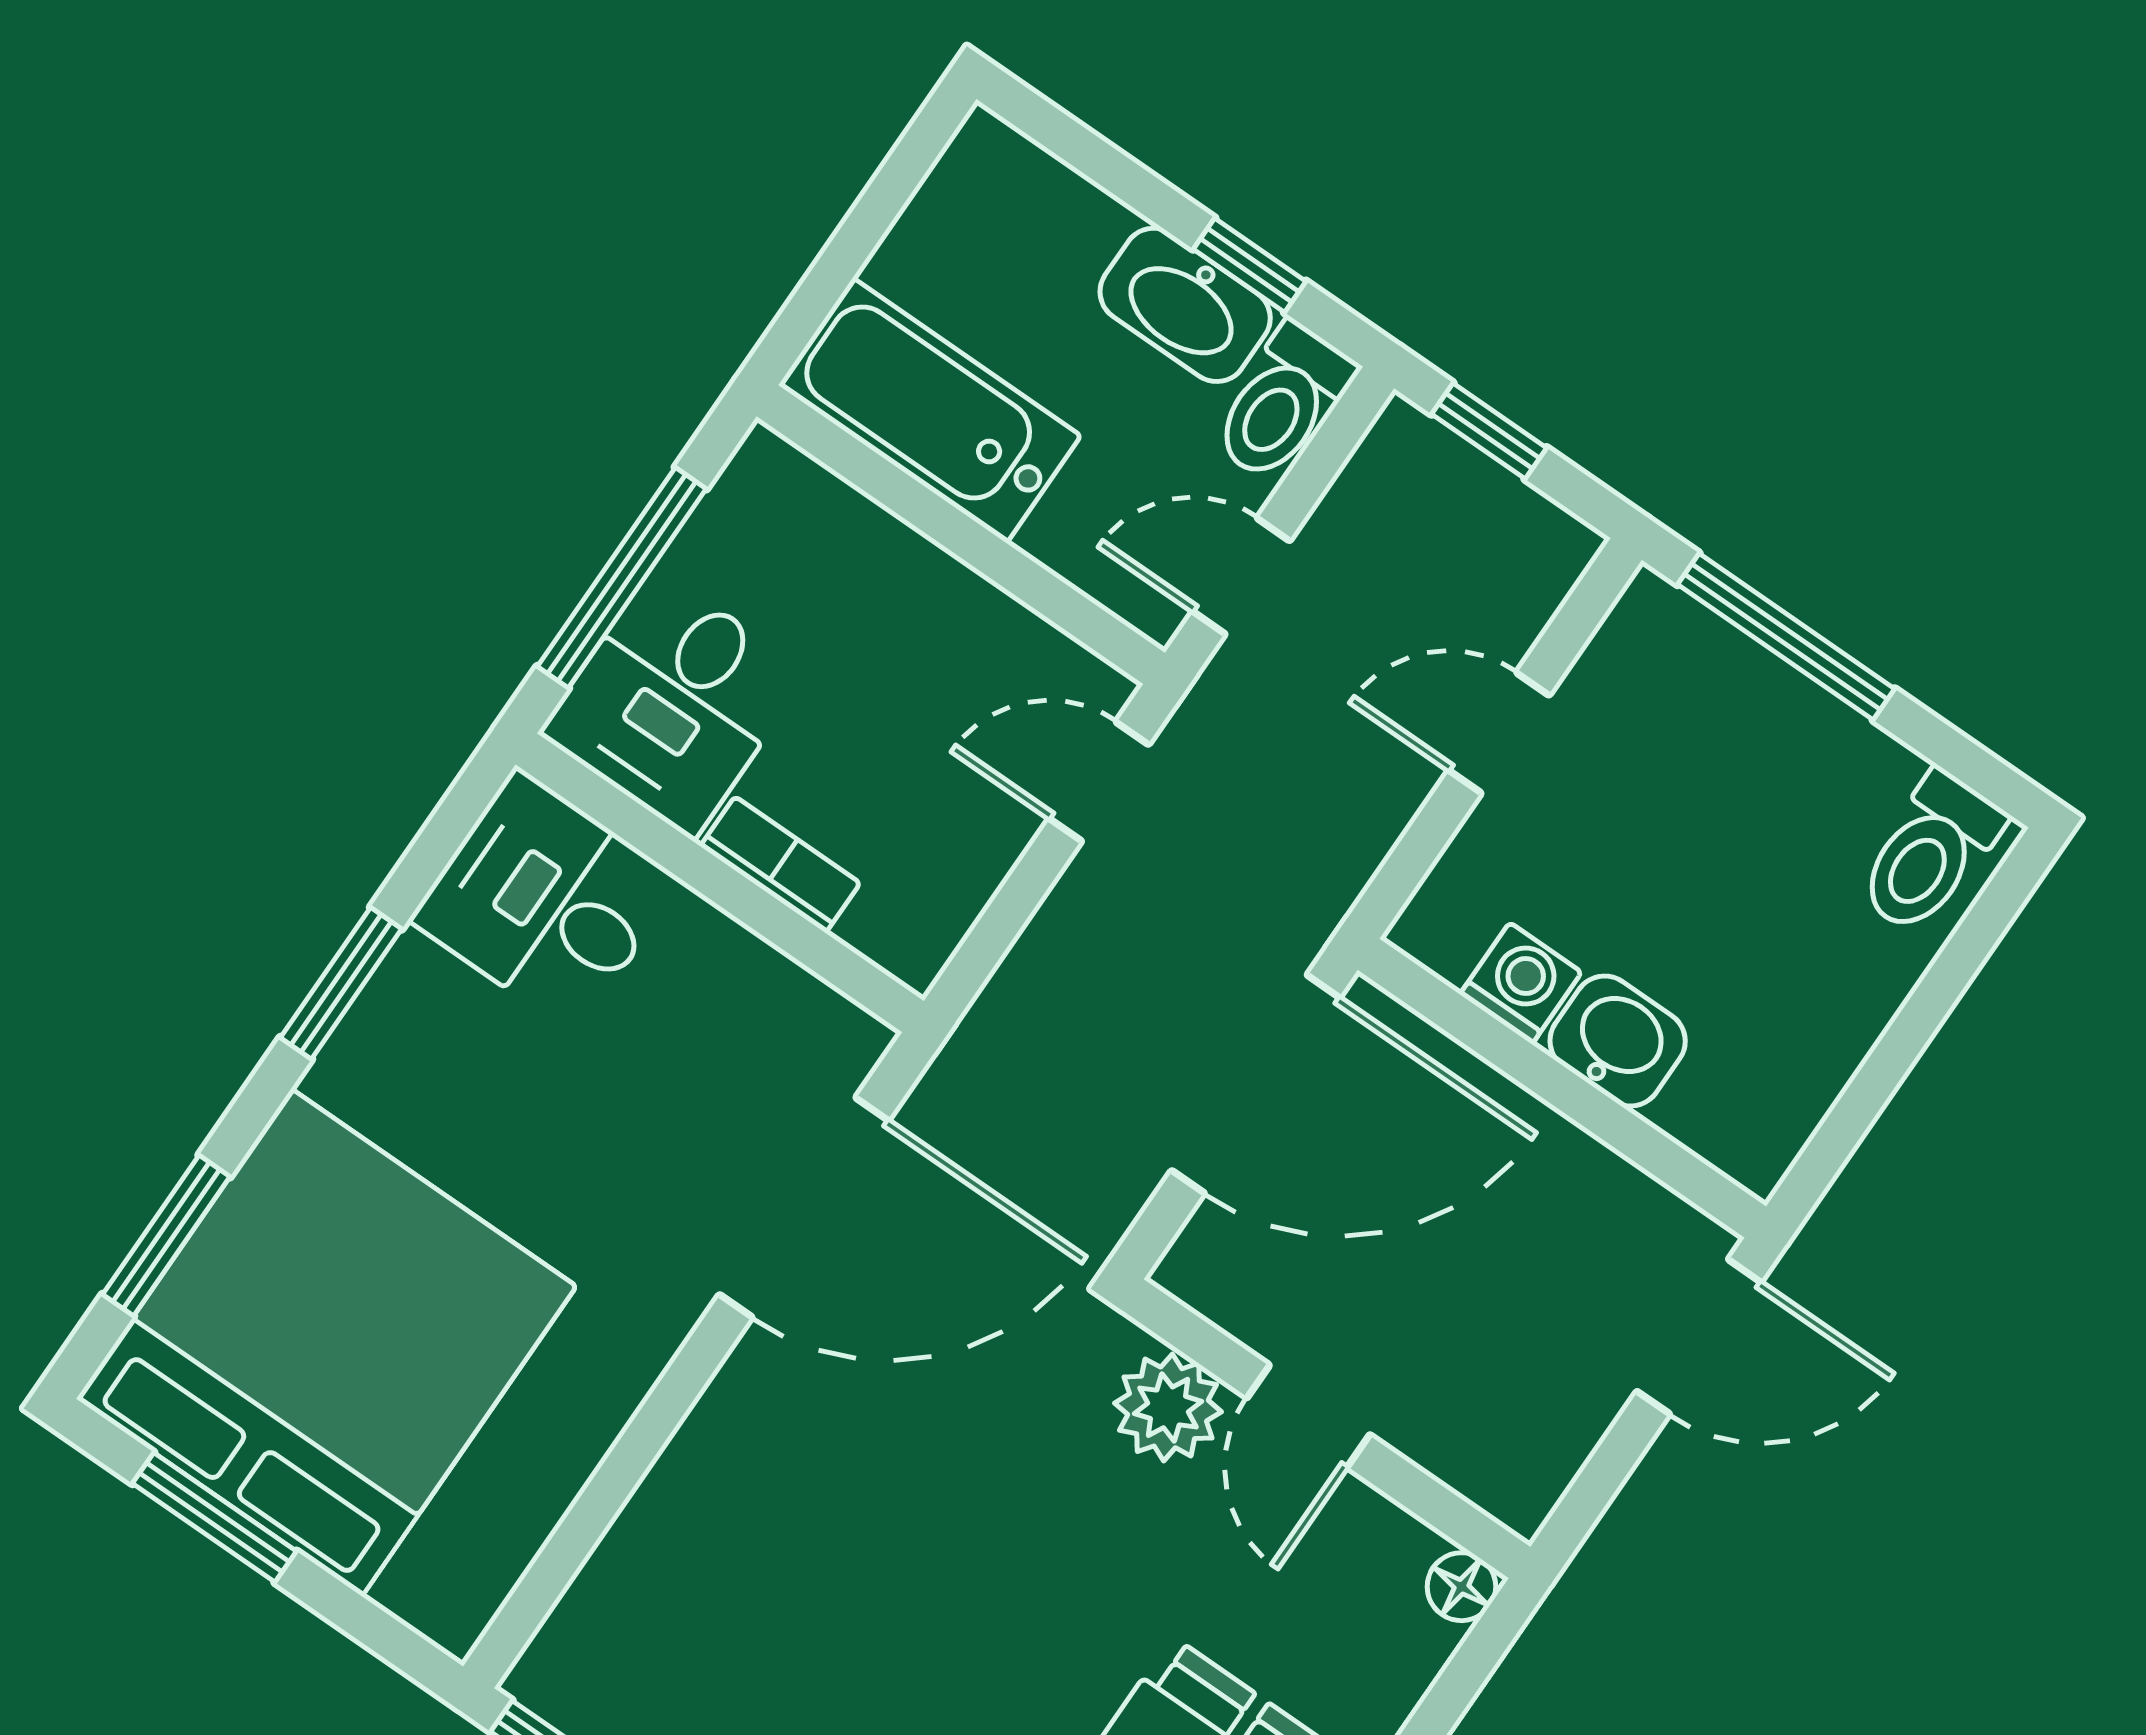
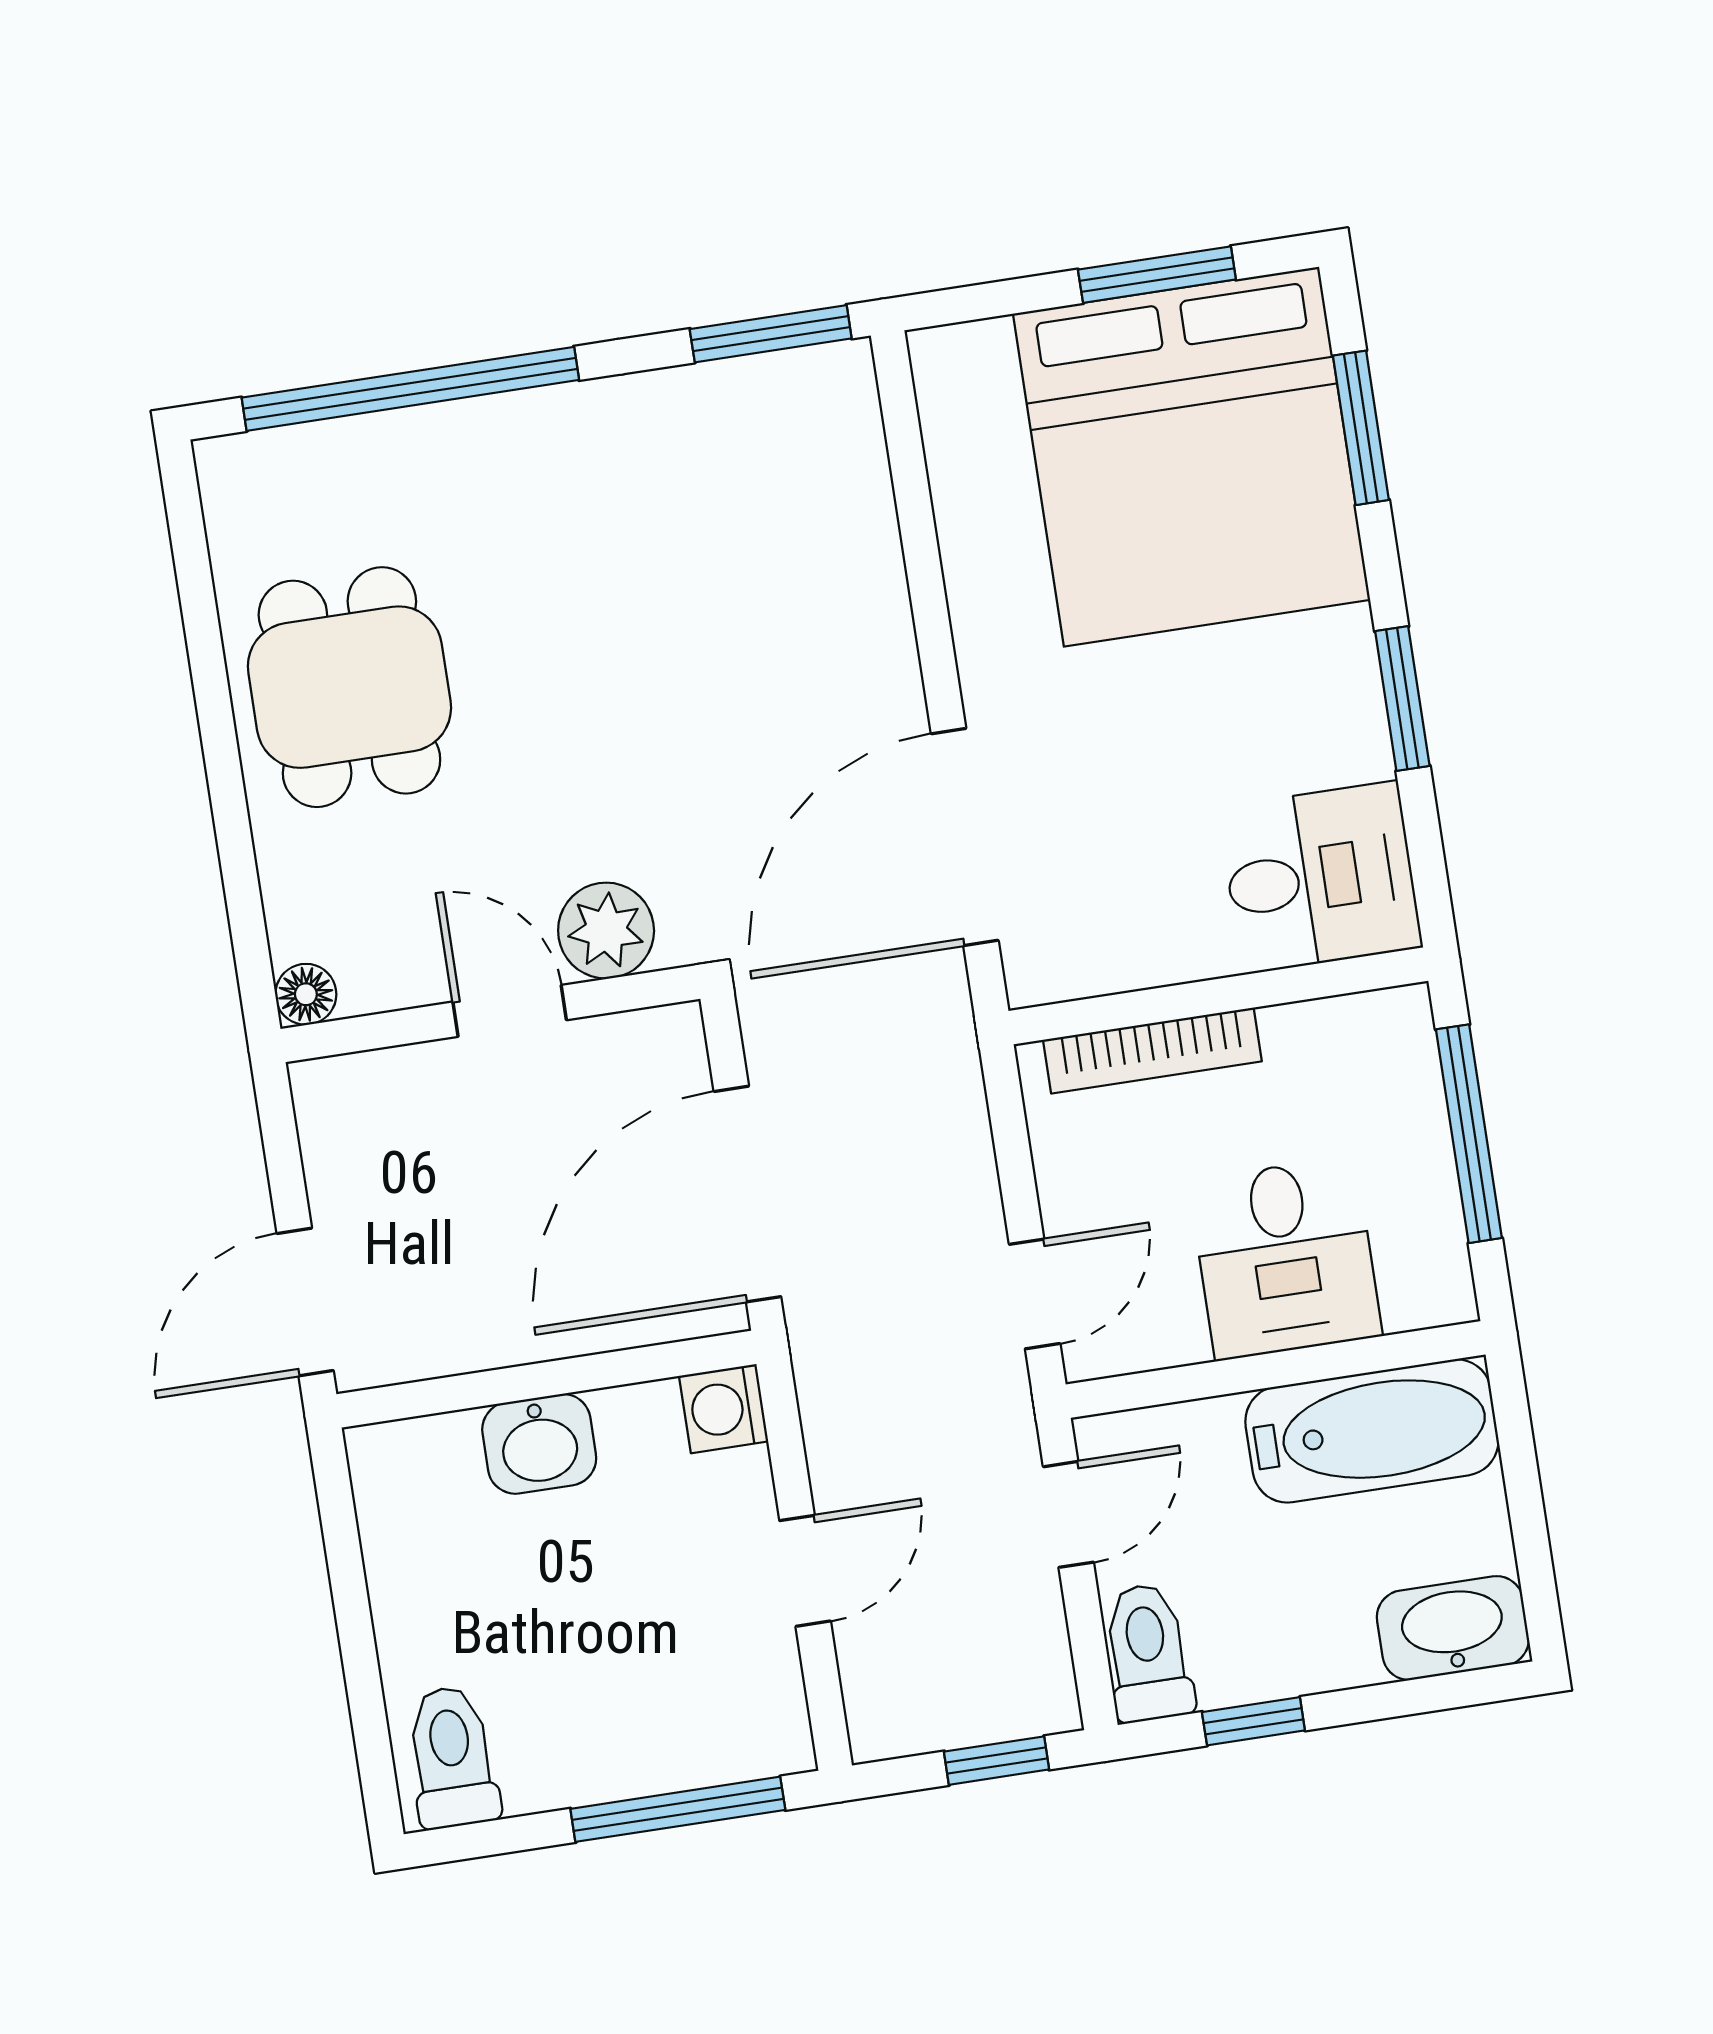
washbasin: (1185, 305) -> (1453, 1628), moved
desk: (674, 703) -> (1285, 1258), moved, turned 180
bookcase: (780, 865) -> (1152, 1051), width x1.56
washing machine: (1521, 983) -> (724, 1409), moved, turned 90

